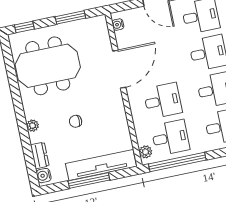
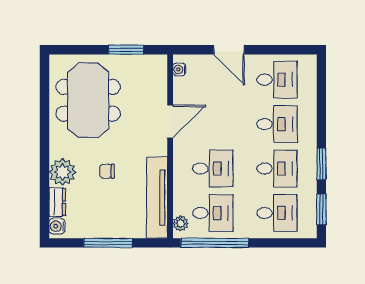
window: (24, 27) -> (70, 50), removed
meeting table: (48, 66) -> (88, 100), turned 90
door: (119, 69) -> (170, 121), width x0.73
plant: (33, 126) -> (63, 172), width x1.87, depth x1.87
tv unit: (101, 165) -> (157, 198), moved, turned -90

